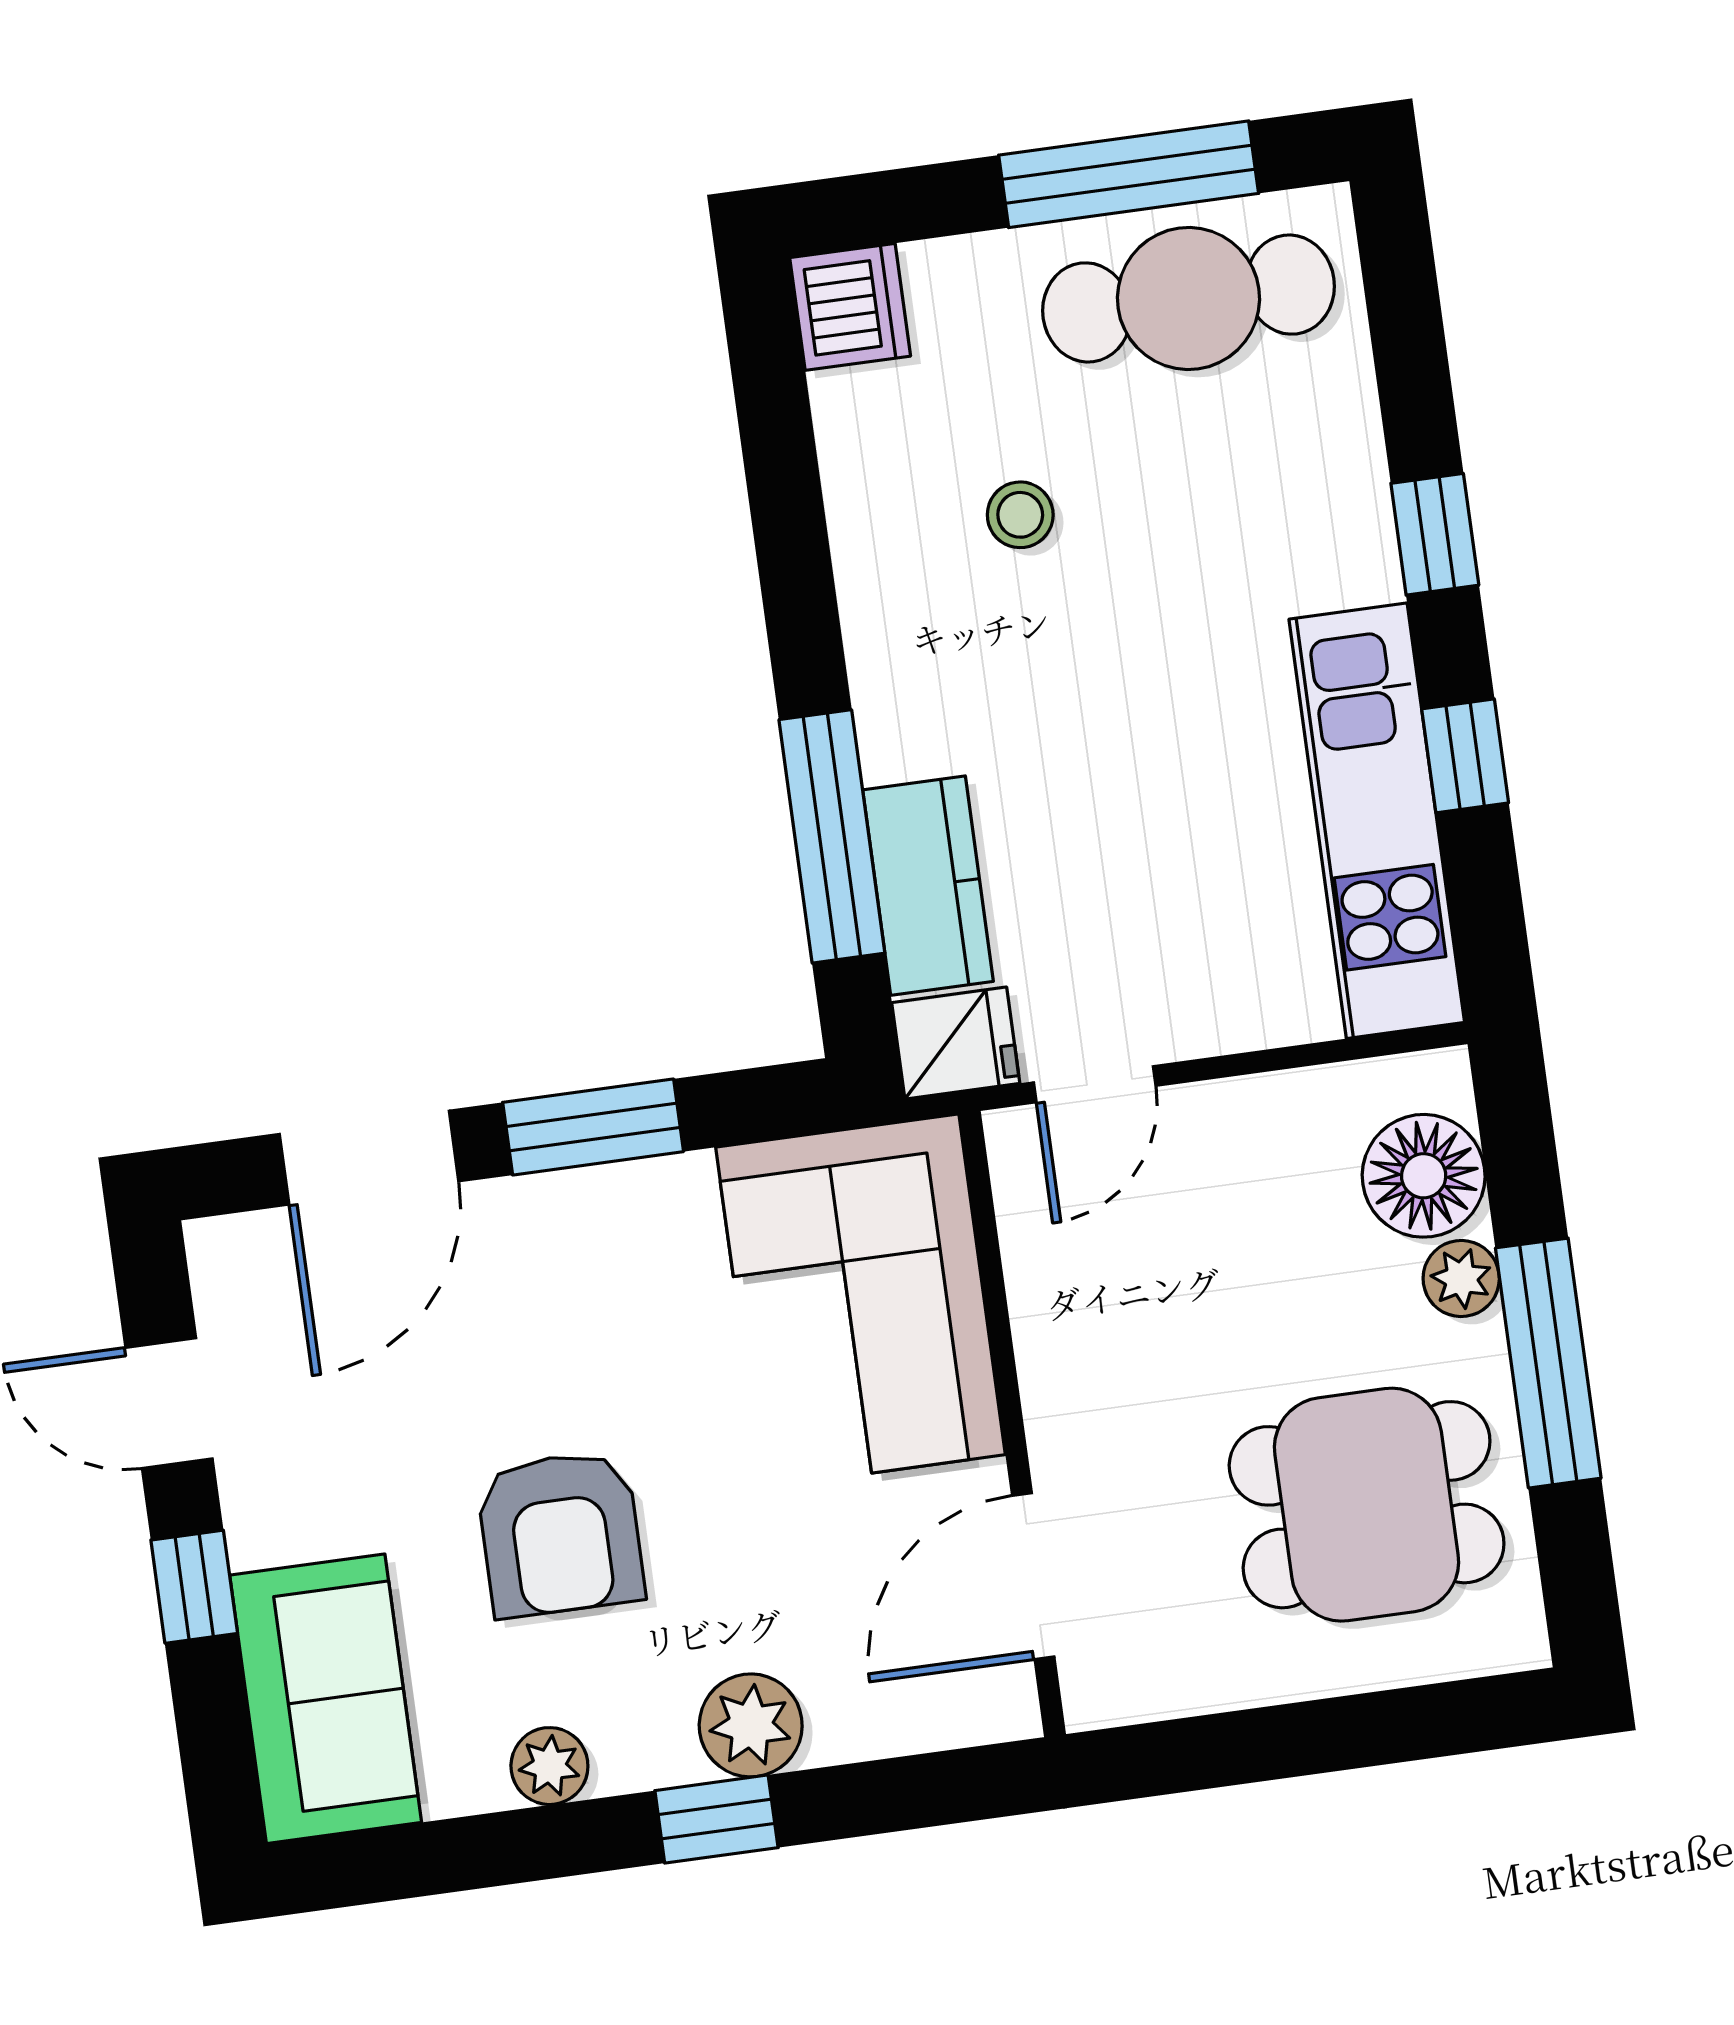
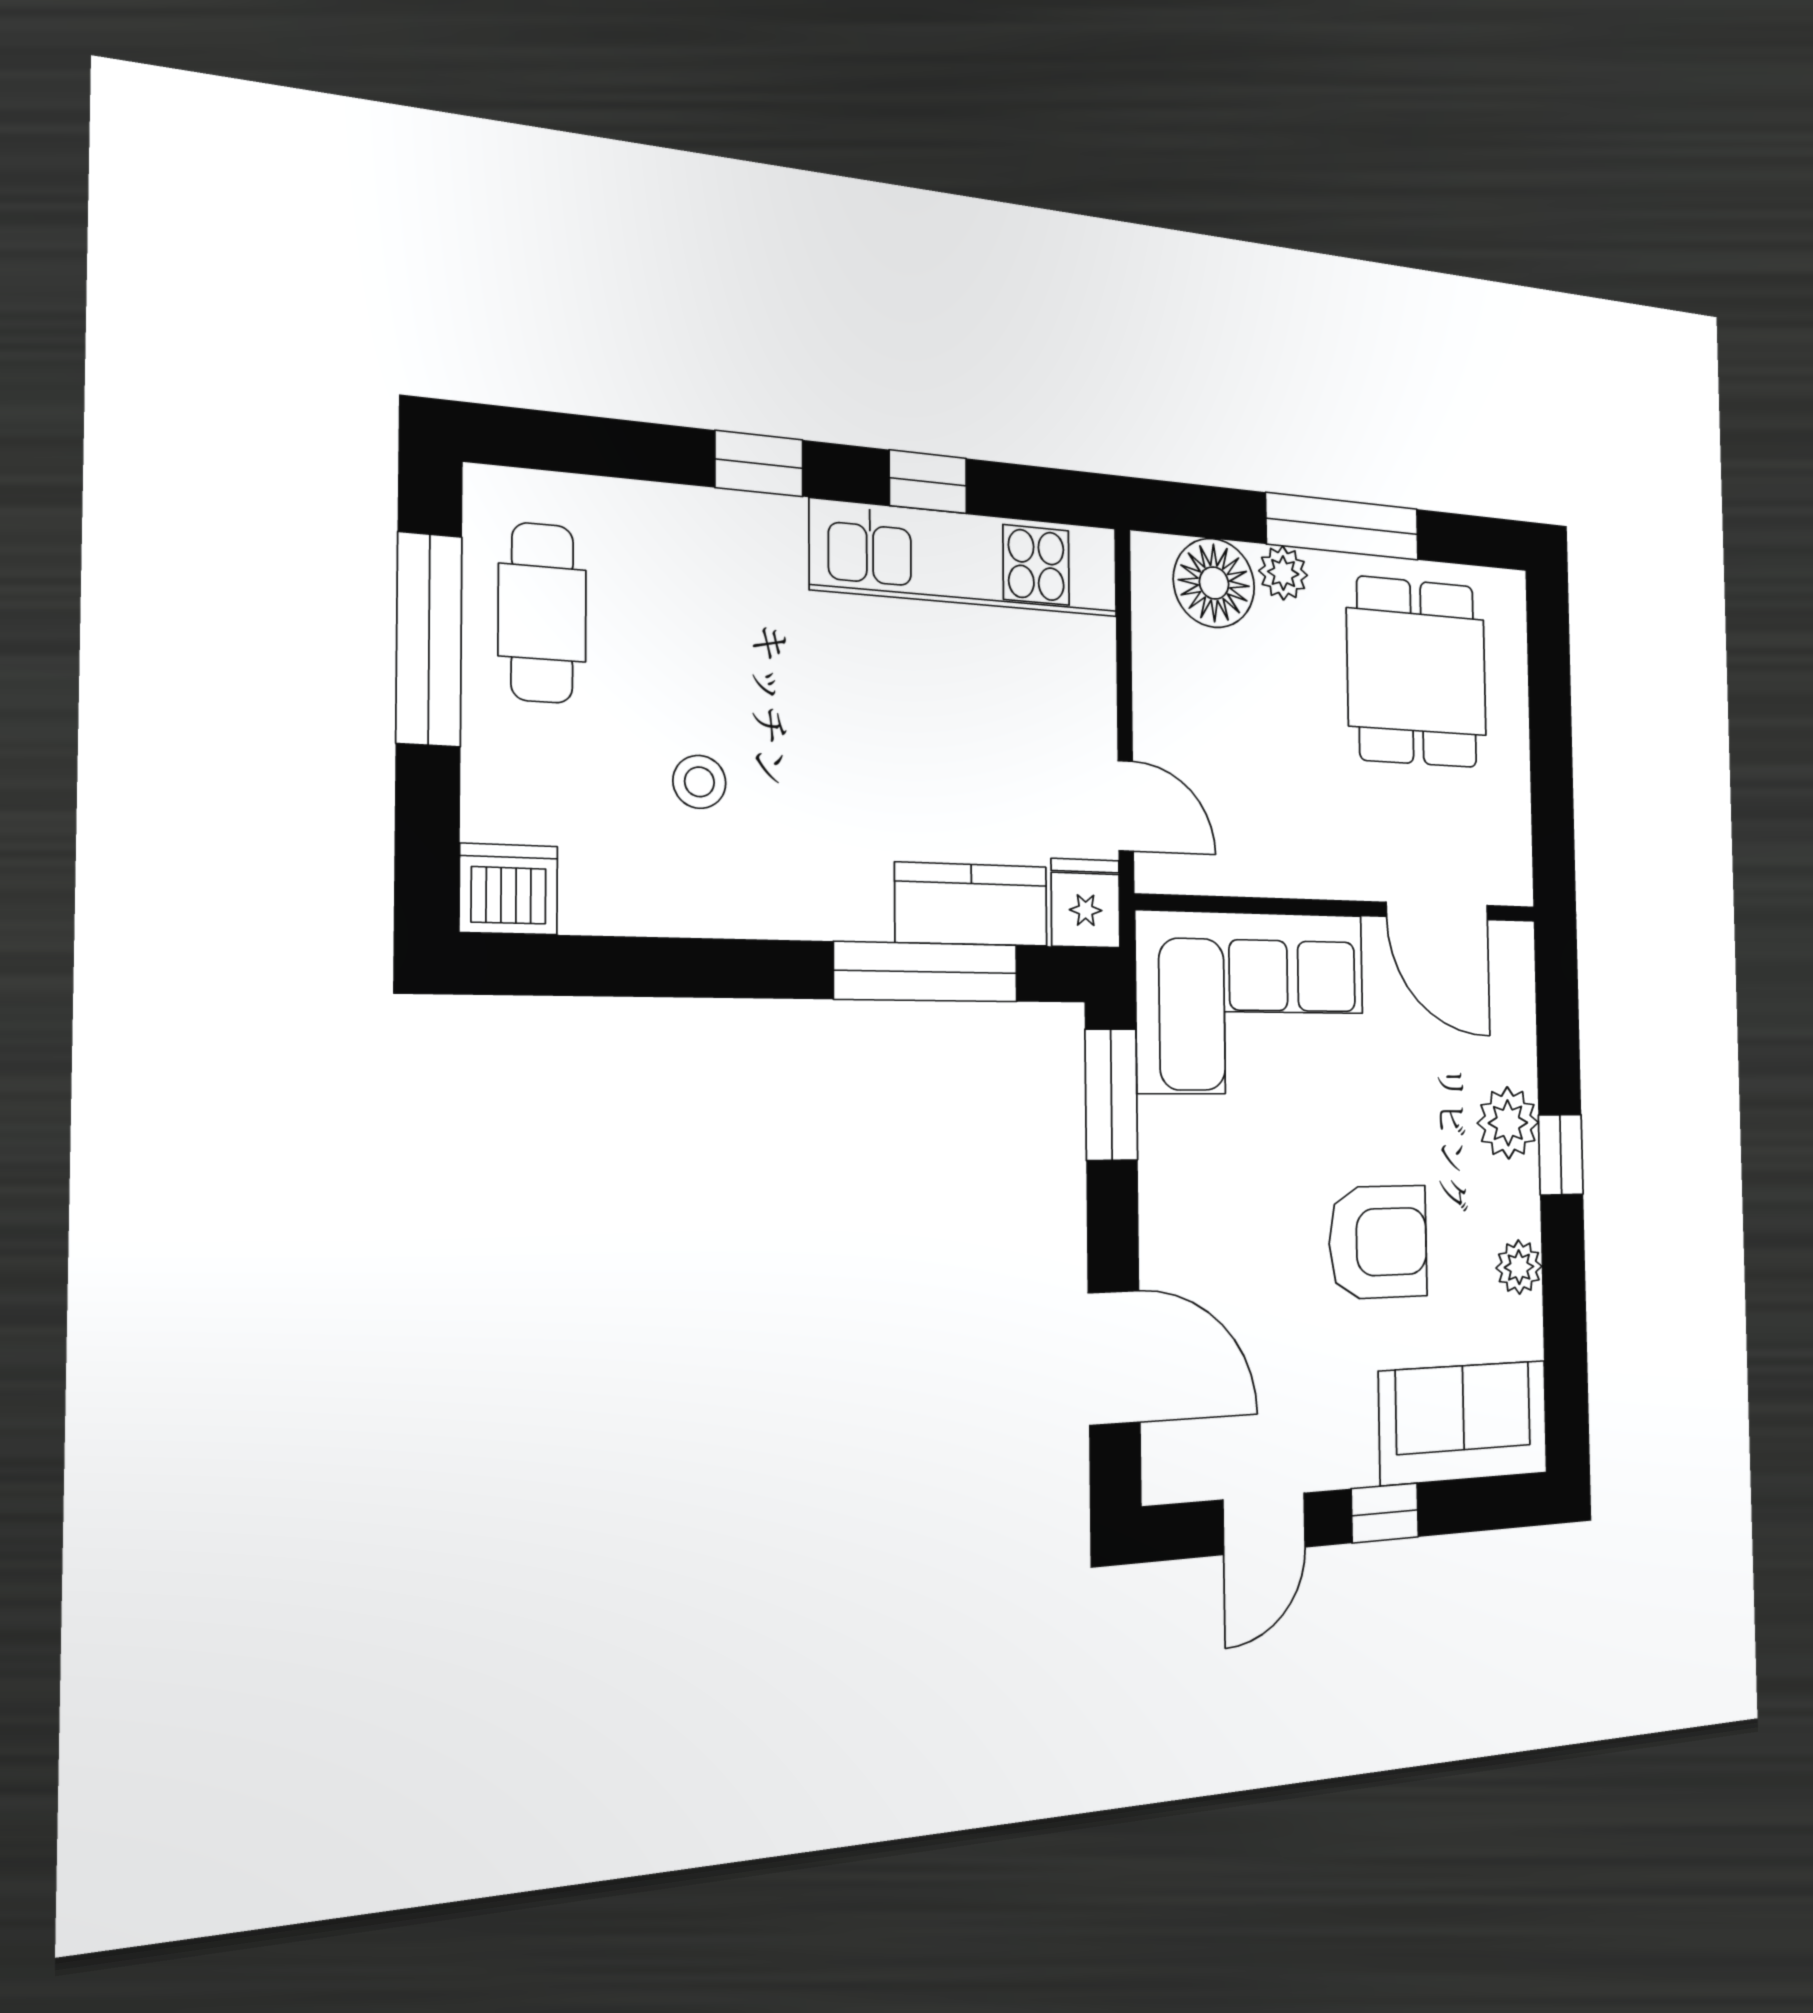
cafe table: (1189, 298) -> (542, 613), width x0.73, depth x0.74
window: (593, 1127) -> (1111, 1095), moved

